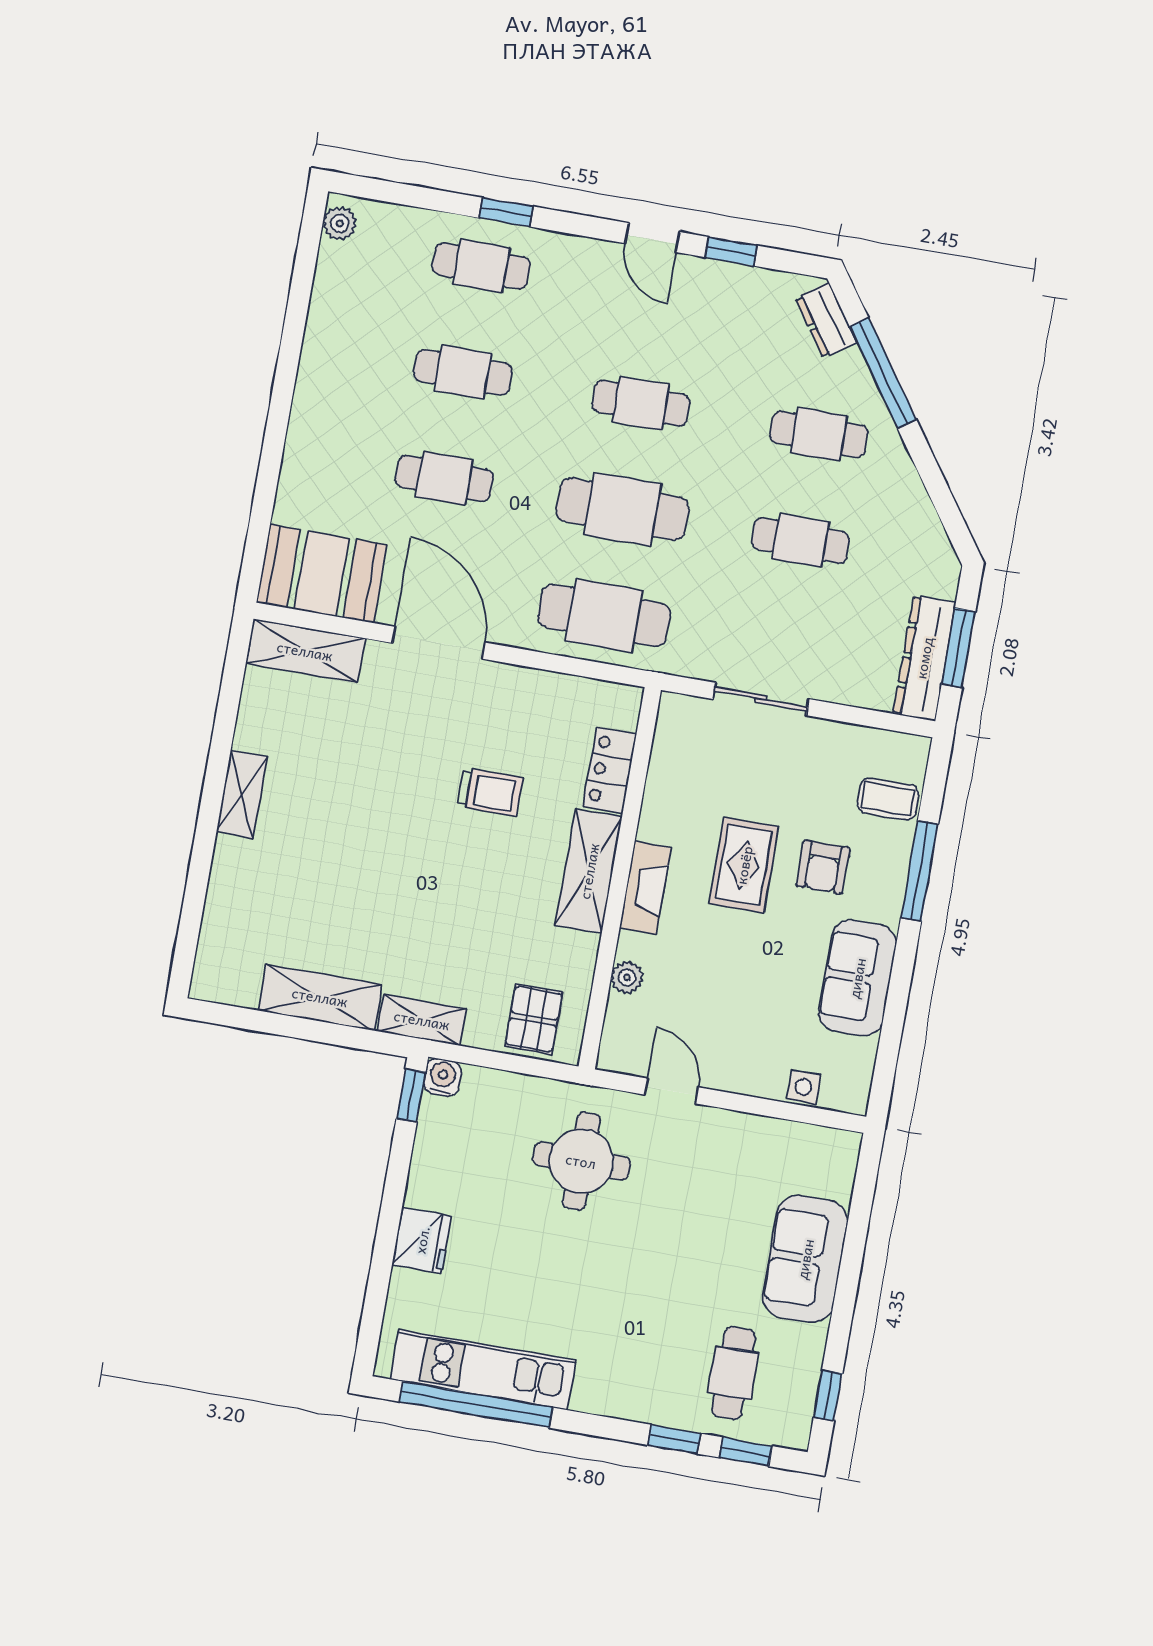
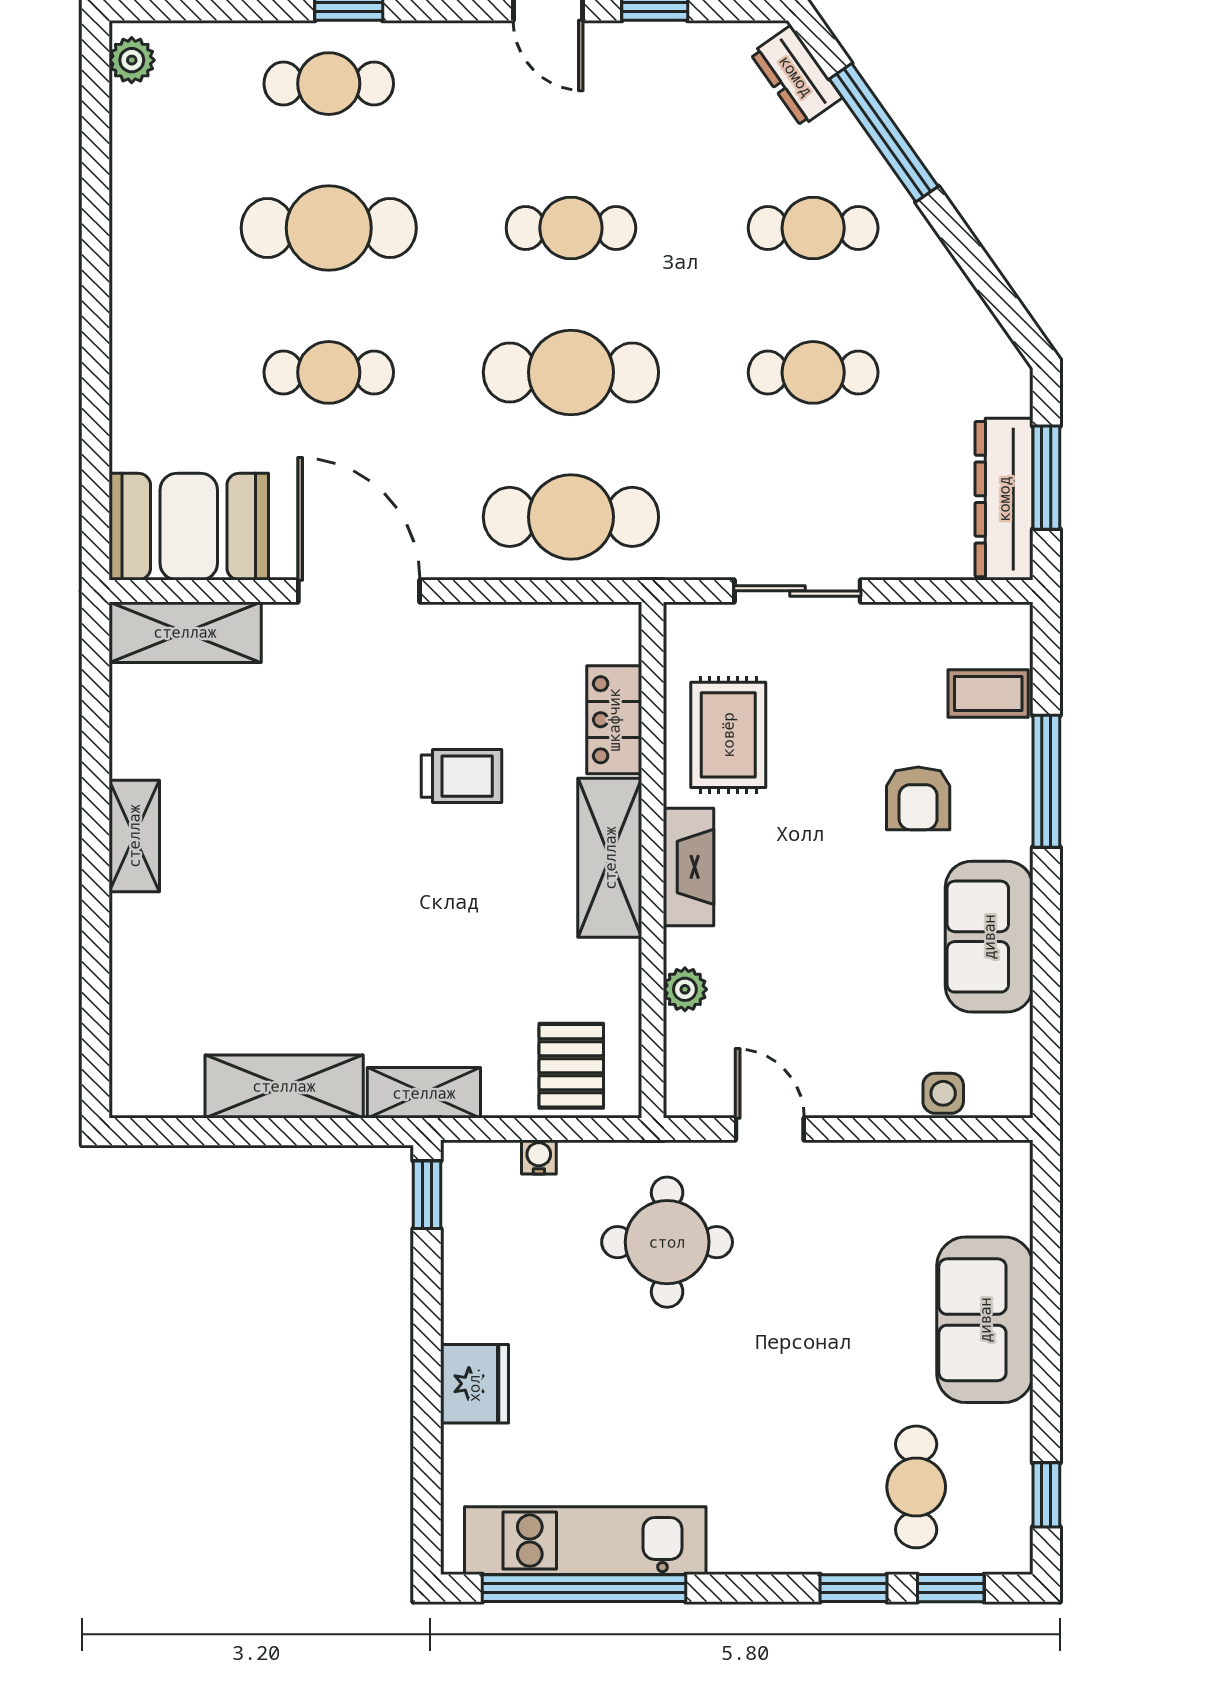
cafe table: (463, 372) -> (329, 228), width x1.37, depth x1.35
rug: (744, 865) -> (728, 735), moved
water cooler: (443, 1077) -> (539, 1157), moved, width x0.72, depth x0.72

